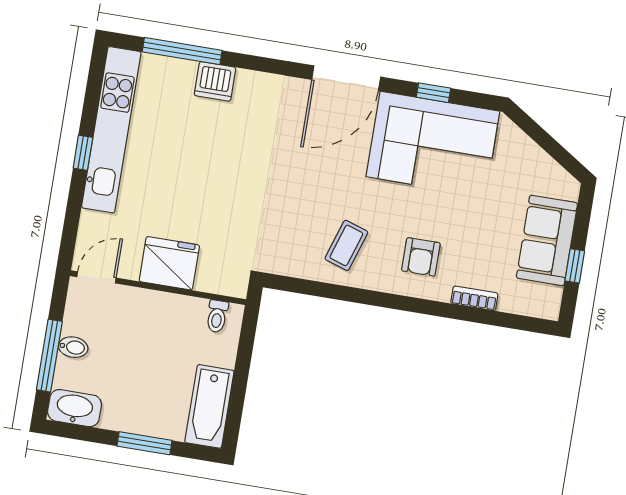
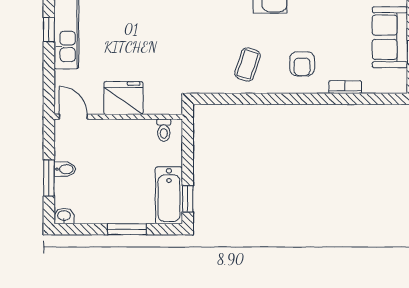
door: (96, 277) -> (73, 117), hinge flipped
window: (49, 356) -> (49, 178), width x0.69
washbasin: (75, 408) -> (64, 216), width x0.52, depth x0.69
window: (234, 415) -> (188, 199), added

